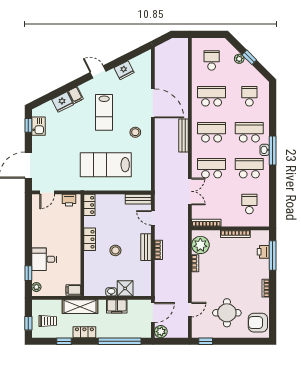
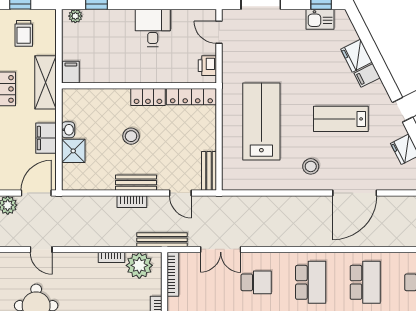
bench: (184, 136) -> (162, 240), moved
school desk: (212, 168) -> (256, 282), width x0.54
locker: (89, 205) -> (191, 97), width x1.53
door: (153, 218) -> (180, 193), swing flipped
desk: (44, 259) -> (153, 28), moved
door: (153, 313) -> (36, 193), swing flipped

